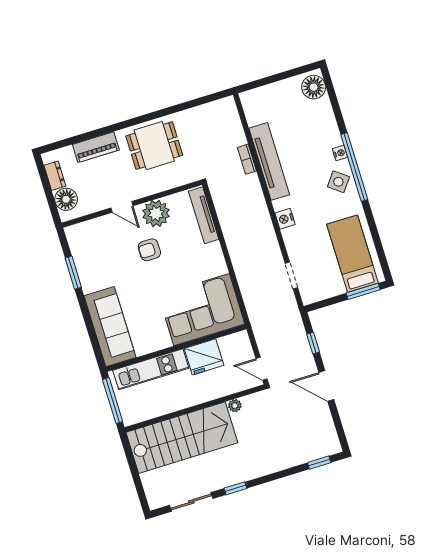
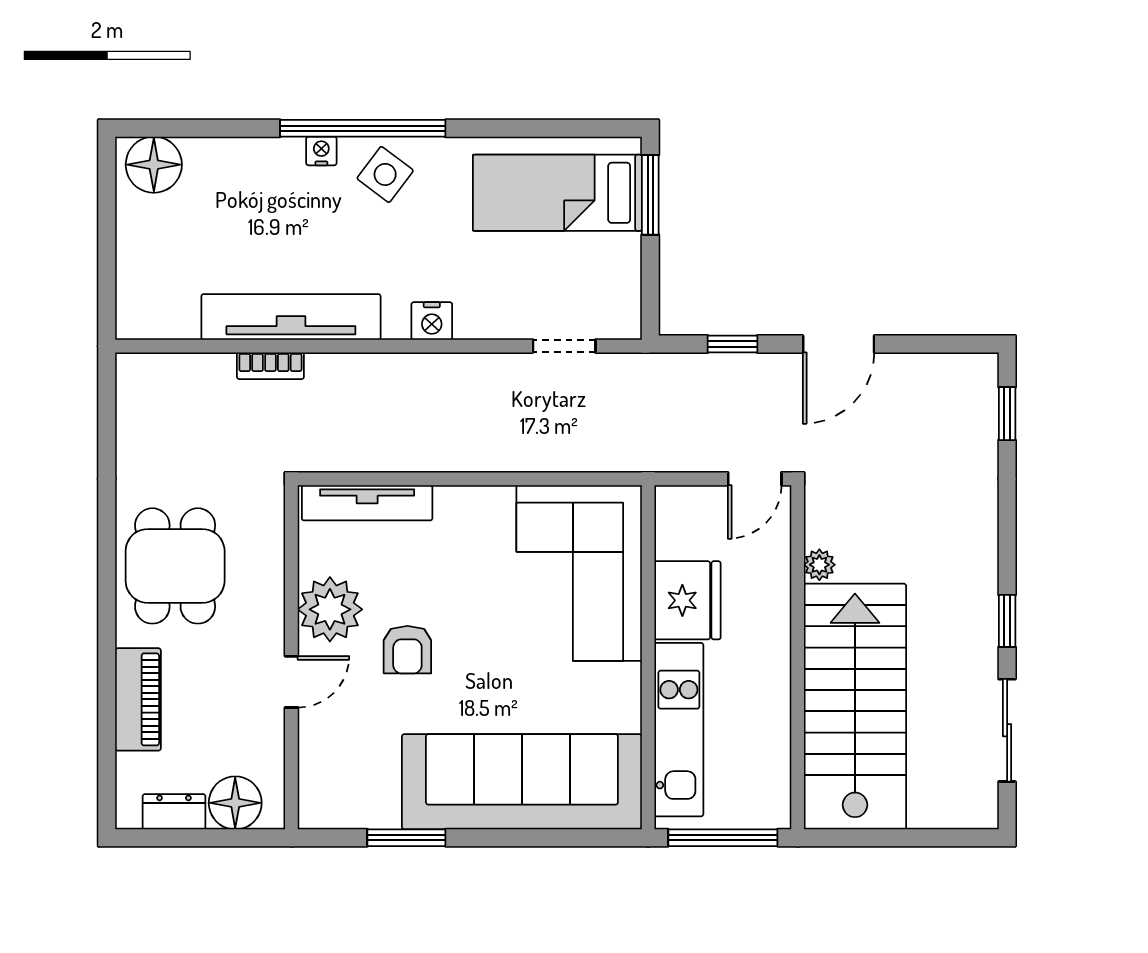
sofa: (110, 327) -> (522, 782), width x1.36, depth x1.27

